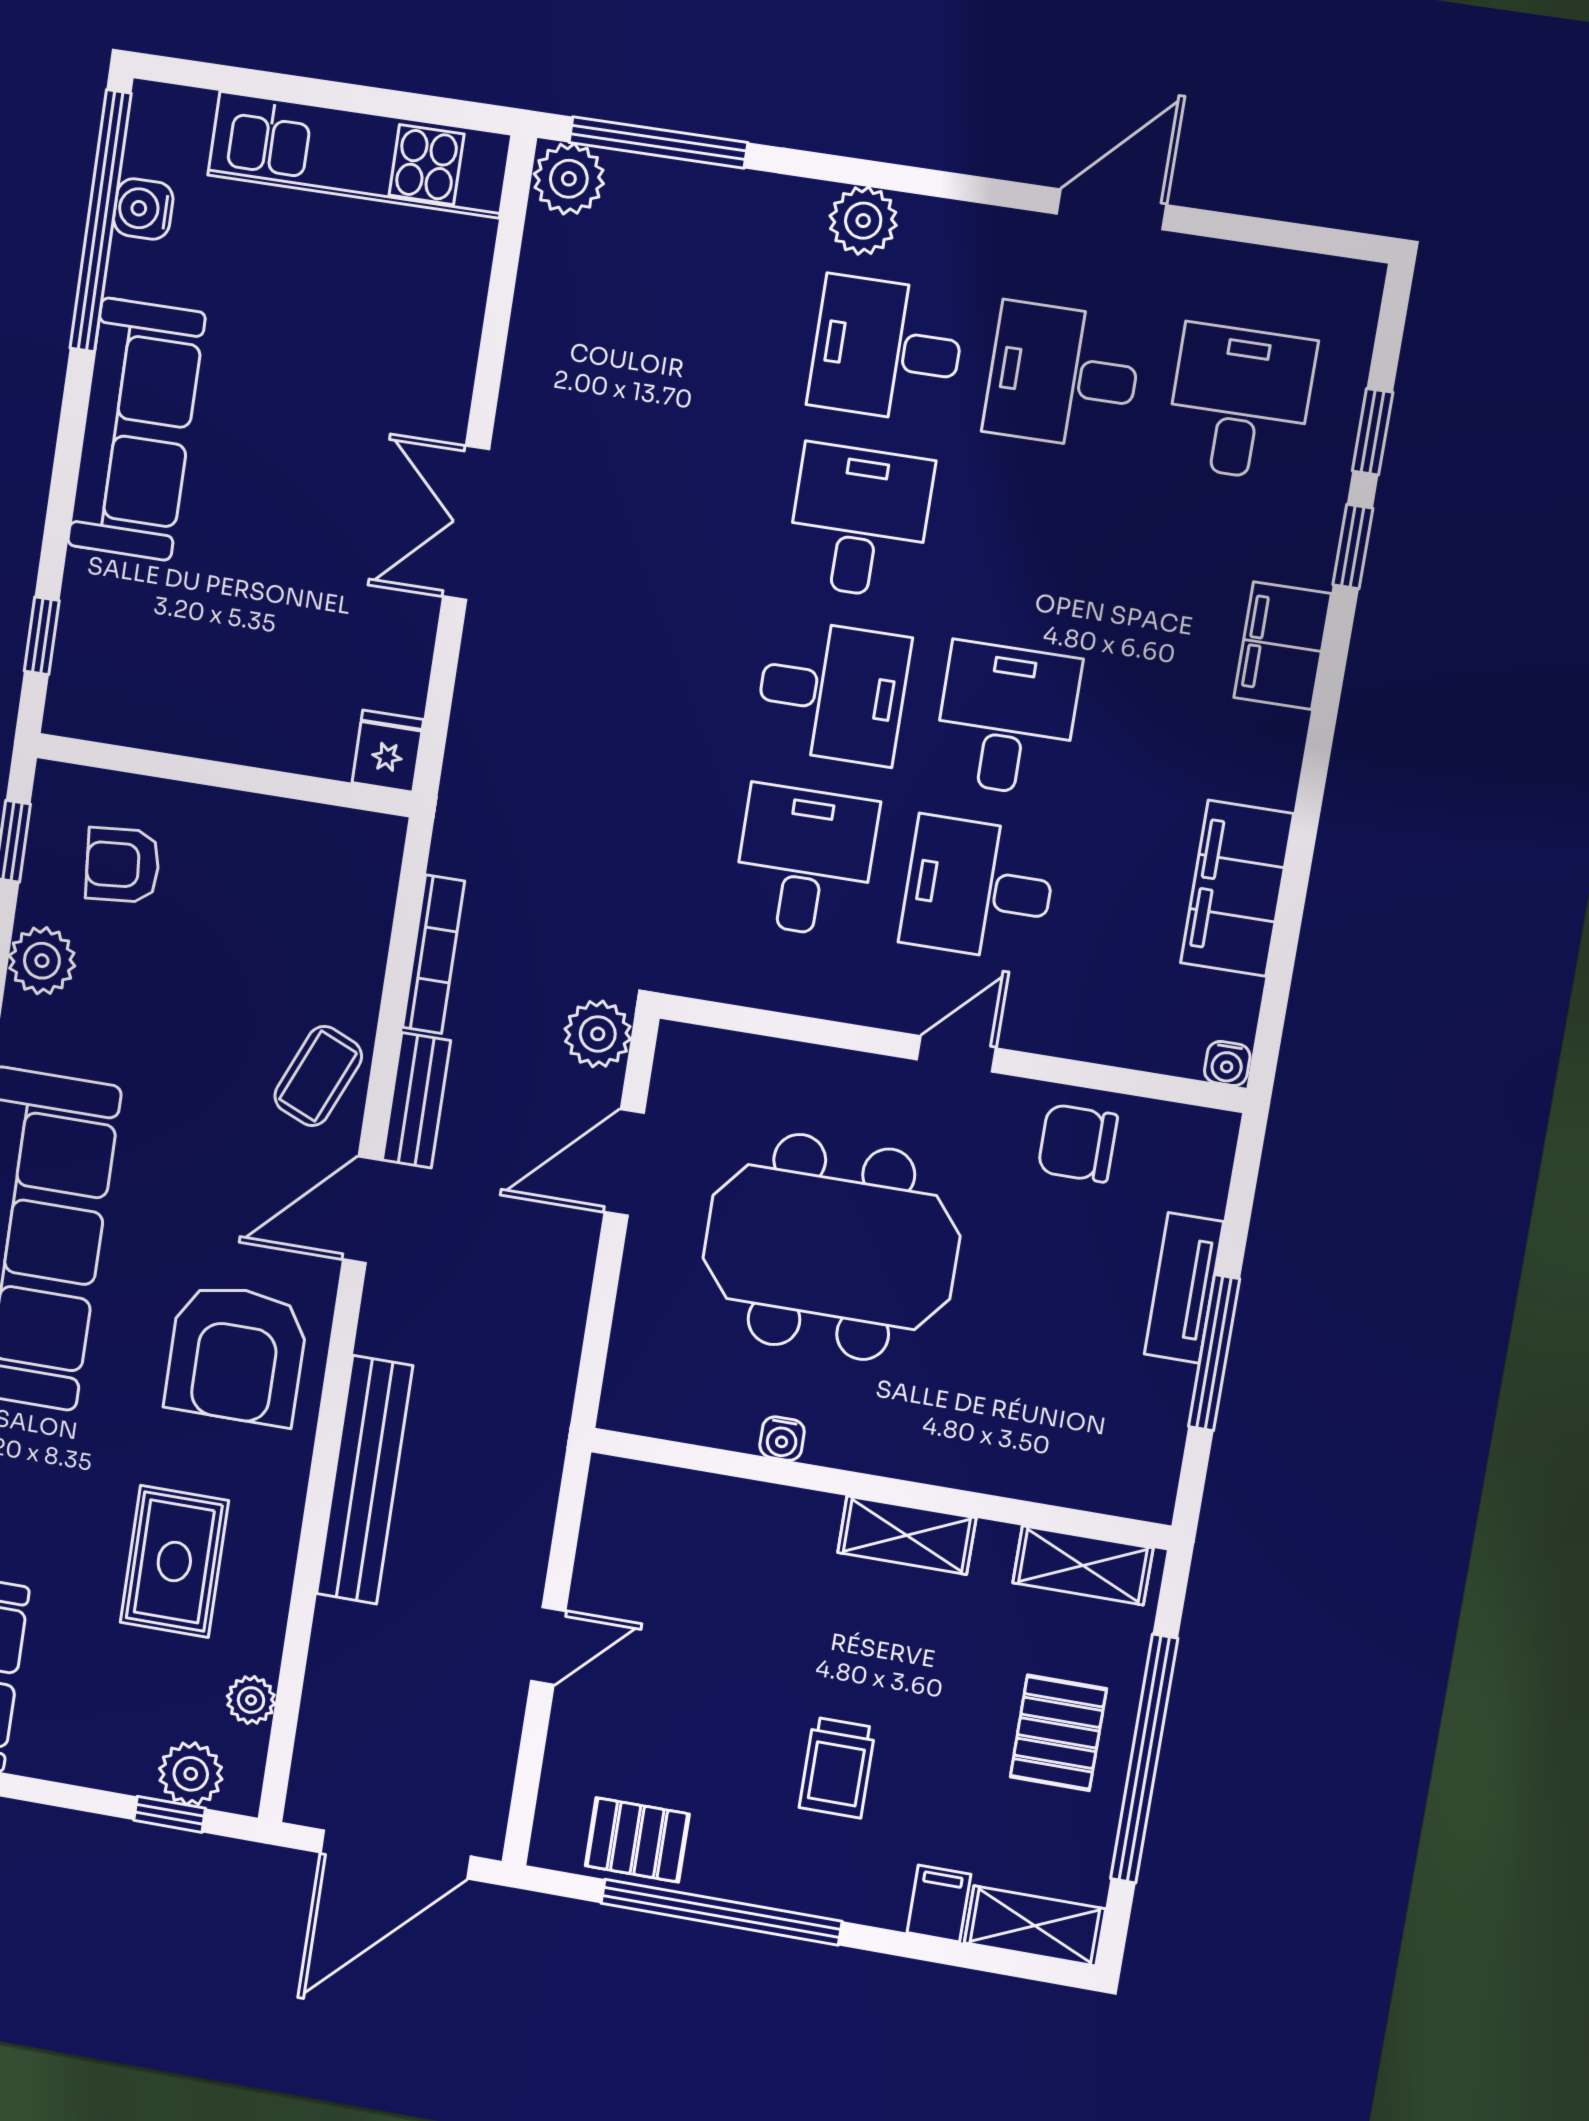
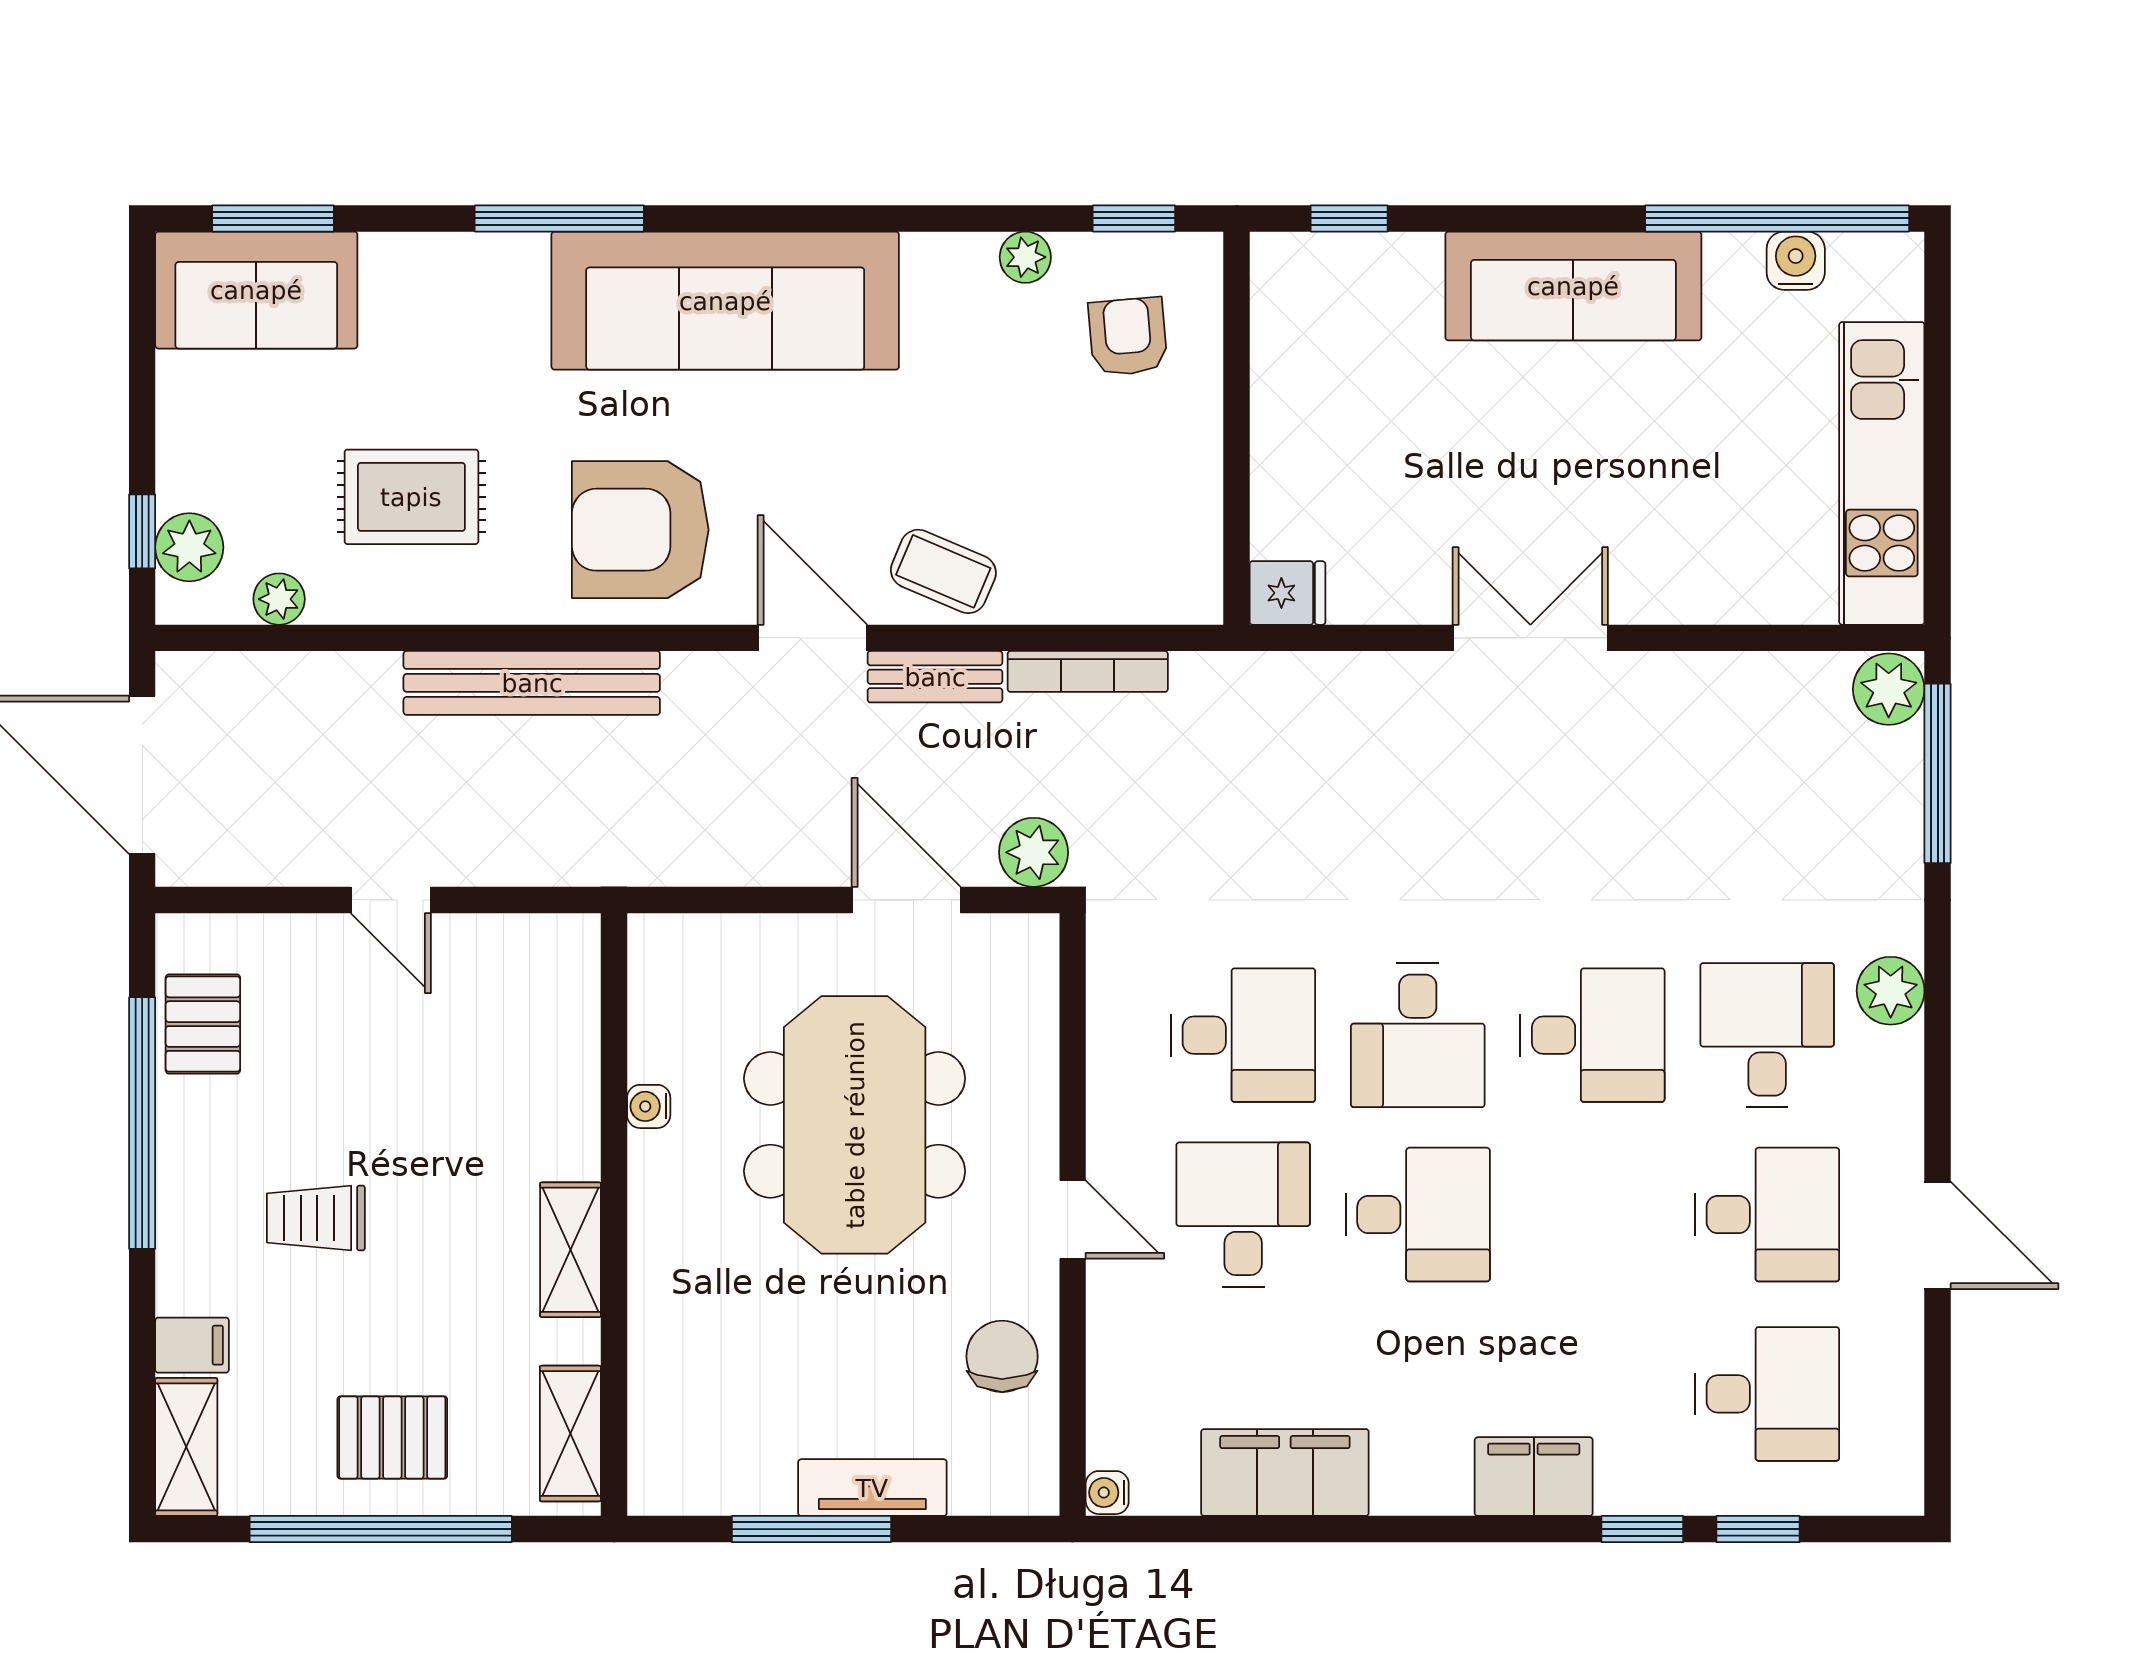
desk: (1063, 376) -> (1767, 1215), turned 90
plant: (42, 961) -> (1025, 257), width x0.73, depth x0.73

